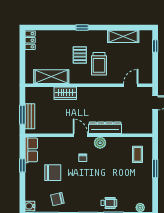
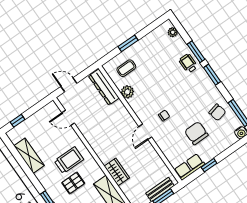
dresser: (105, 128) -> (104, 87), moved
plant: (100, 143) -> (127, 92), moved

